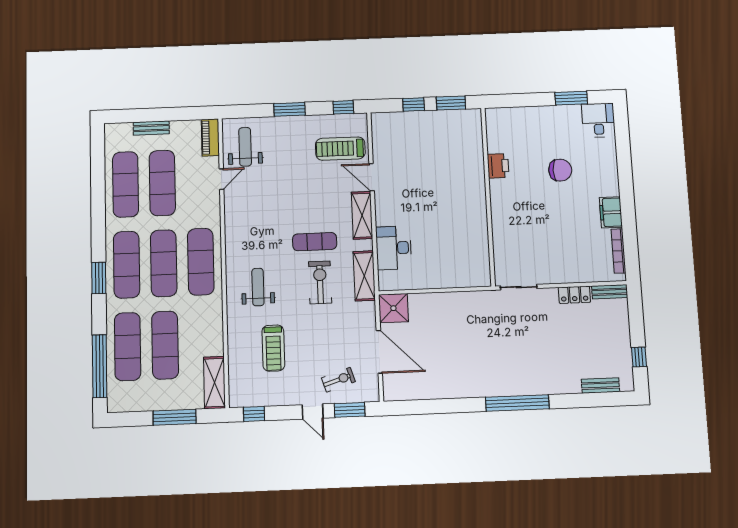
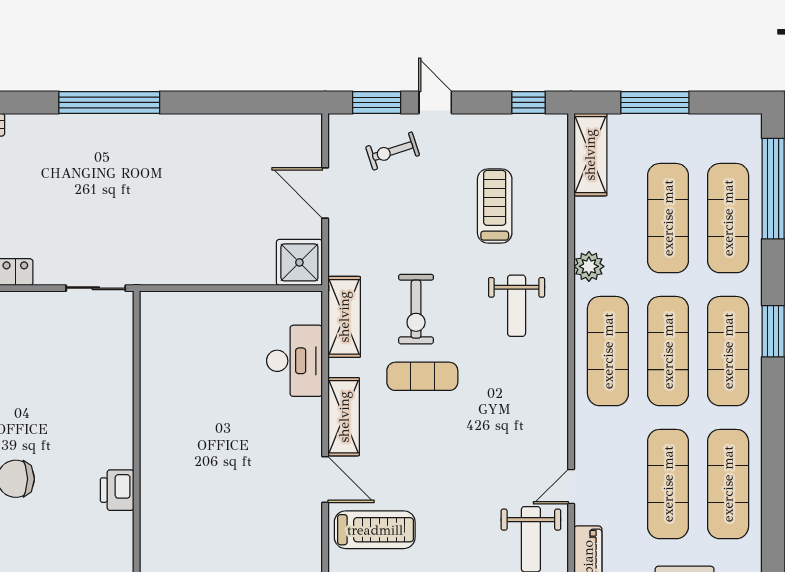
plant: (214, 313) -> (589, 266), added
door: (379, 352) -> (325, 193), width x0.73

